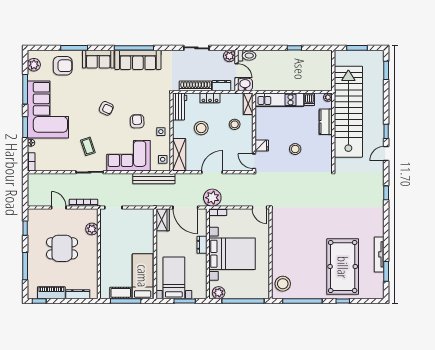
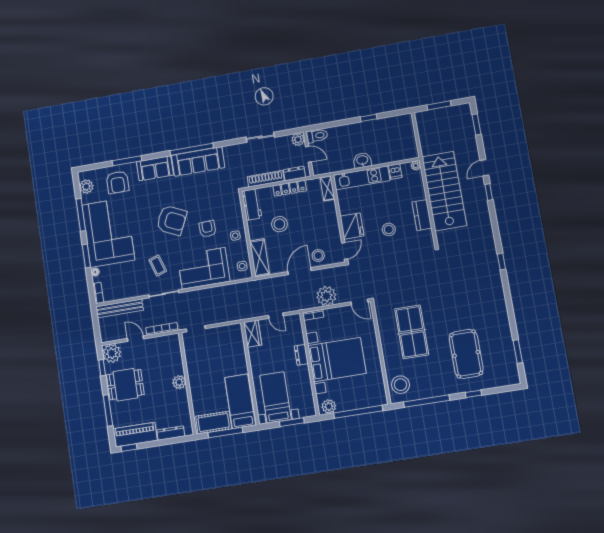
armchair: (63, 66) -> (117, 182), turned 90
washbasin: (245, 85) -> (362, 160), moved
locker: (210, 98) -> (290, 188), width x1.53
armchair: (106, 108) -> (172, 220), width x1.88, depth x1.88
stairs: (348, 112) -> (444, 191), width x0.73
kitchen counter: (326, 122) -> (422, 215), moved
stool: (235, 124) -> (318, 255), moved
fridge: (262, 146) -> (352, 226), width x1.88, depth x1.34
door: (386, 154) -> (484, 168), moved
door: (254, 161) -> (345, 251), swing flipped
bench: (154, 179) -> (120, 308), moved
plant: (212, 198) -> (326, 296), moved
door: (185, 207) -> (276, 316), width x0.53
plant: (36, 217) -> (112, 353), added
plant: (92, 229) -> (179, 382), moved
table tennis table: (300, 240) -> (412, 332), added
dining table: (62, 248) -> (125, 385), moved
tv unit: (379, 254) -> (506, 333), removed
pool table: (343, 267) -> (466, 354), width x0.73, depth x0.76
piano: (51, 293) -> (135, 435), width x1.37, depth x1.33
cot: (121, 293) -> (214, 423), width x1.37, depth x1.34

